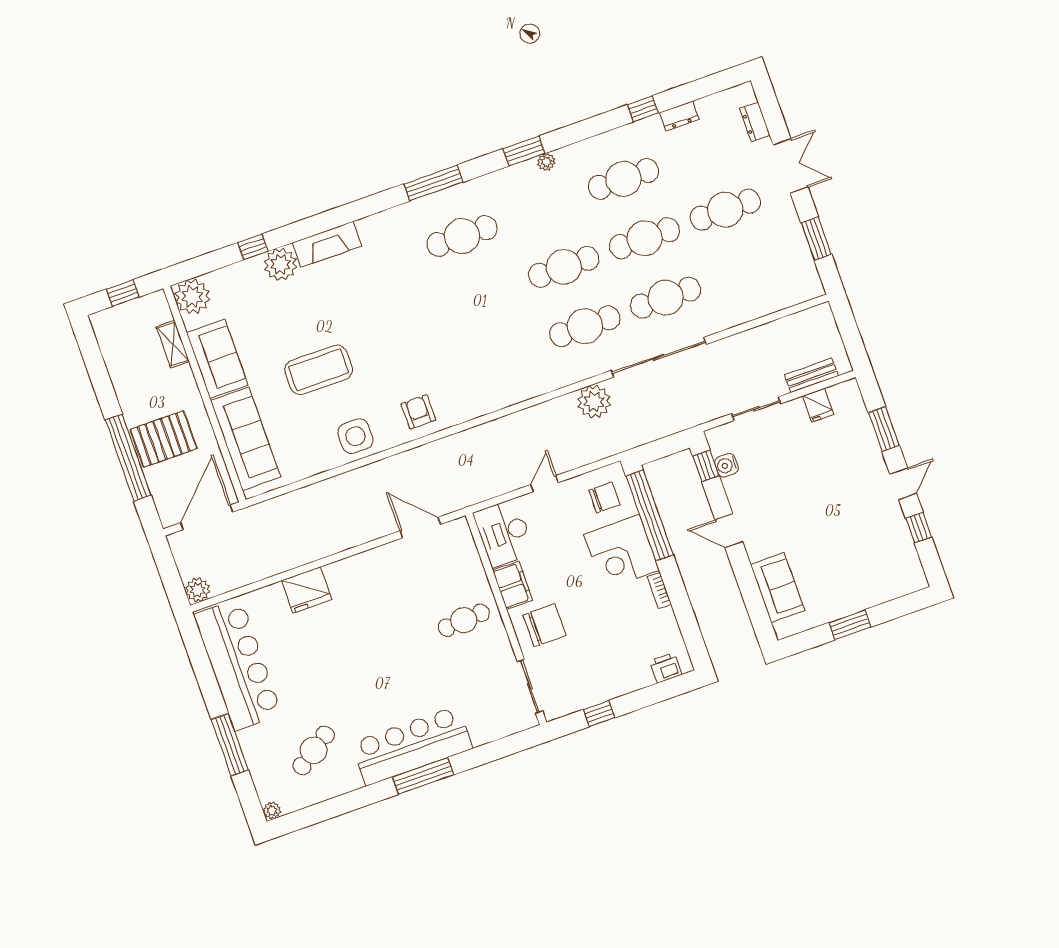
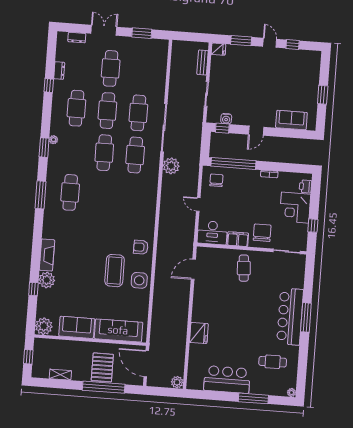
shelving: (173, 344) -> (60, 375), moved
coffee table: (319, 370) -> (115, 271), moved
fridge: (818, 405) -> (218, 49), moved
corner desk: (622, 552) -> (295, 208), moved, turned 90
bar counter: (238, 665) -> (227, 379), width x0.73
cafe table: (314, 750) -> (273, 362), turned -56

